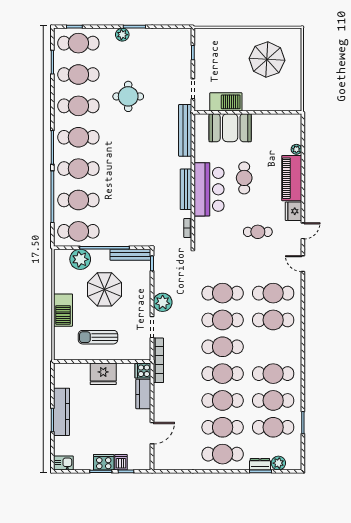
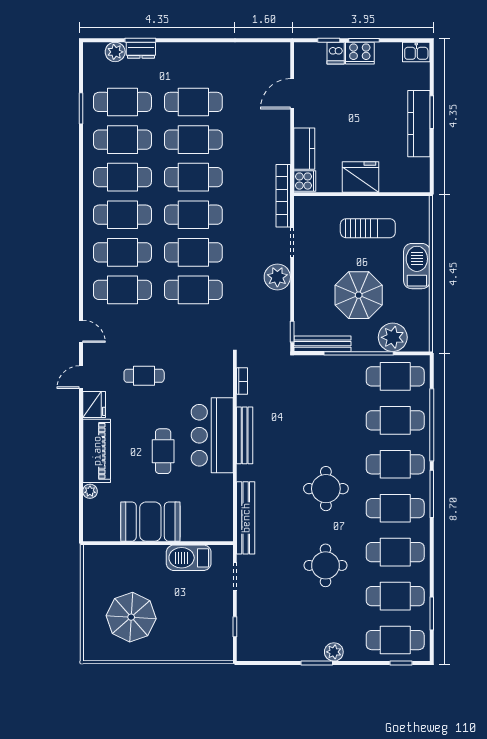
booth: (230, 128) -> (150, 522), moved
round table: (128, 151) -> (326, 489), added
cafe table: (223, 454) -> (122, 215), moved

